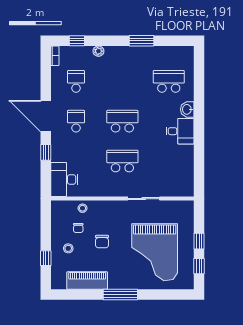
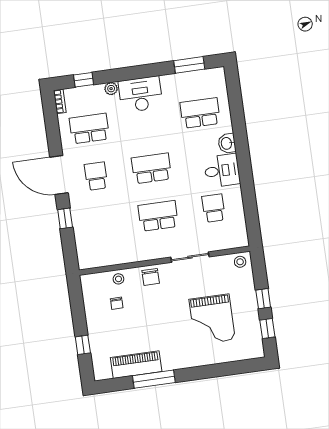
window: (142, 41) -> (189, 65), moved
school desk: (76, 81) -> (89, 129), width x1.85
school desk: (169, 161) -> (214, 208), added
desk: (64, 179) -> (140, 94), moved, turned 90
chair: (102, 242) -> (151, 277), moved
stool: (68, 248) -> (240, 262), moved
grand piano: (155, 252) -> (212, 319), width x0.73, depth x0.68
window: (120, 295) -> (154, 379), moved

